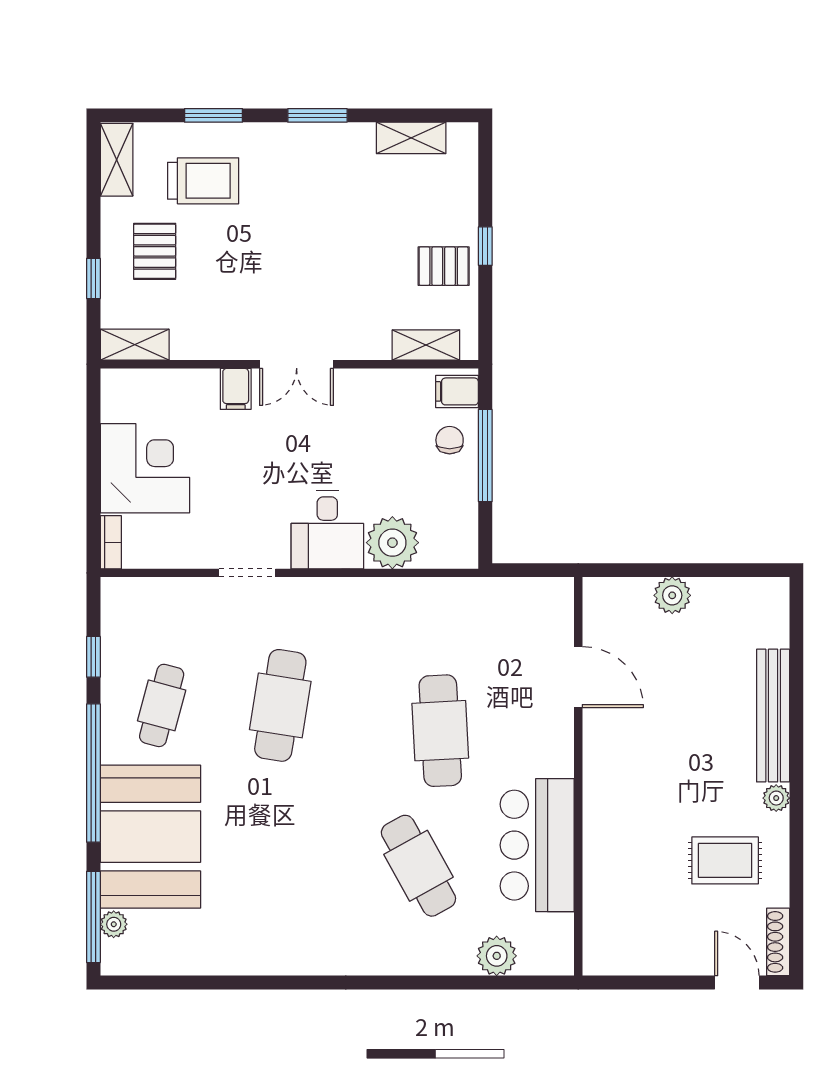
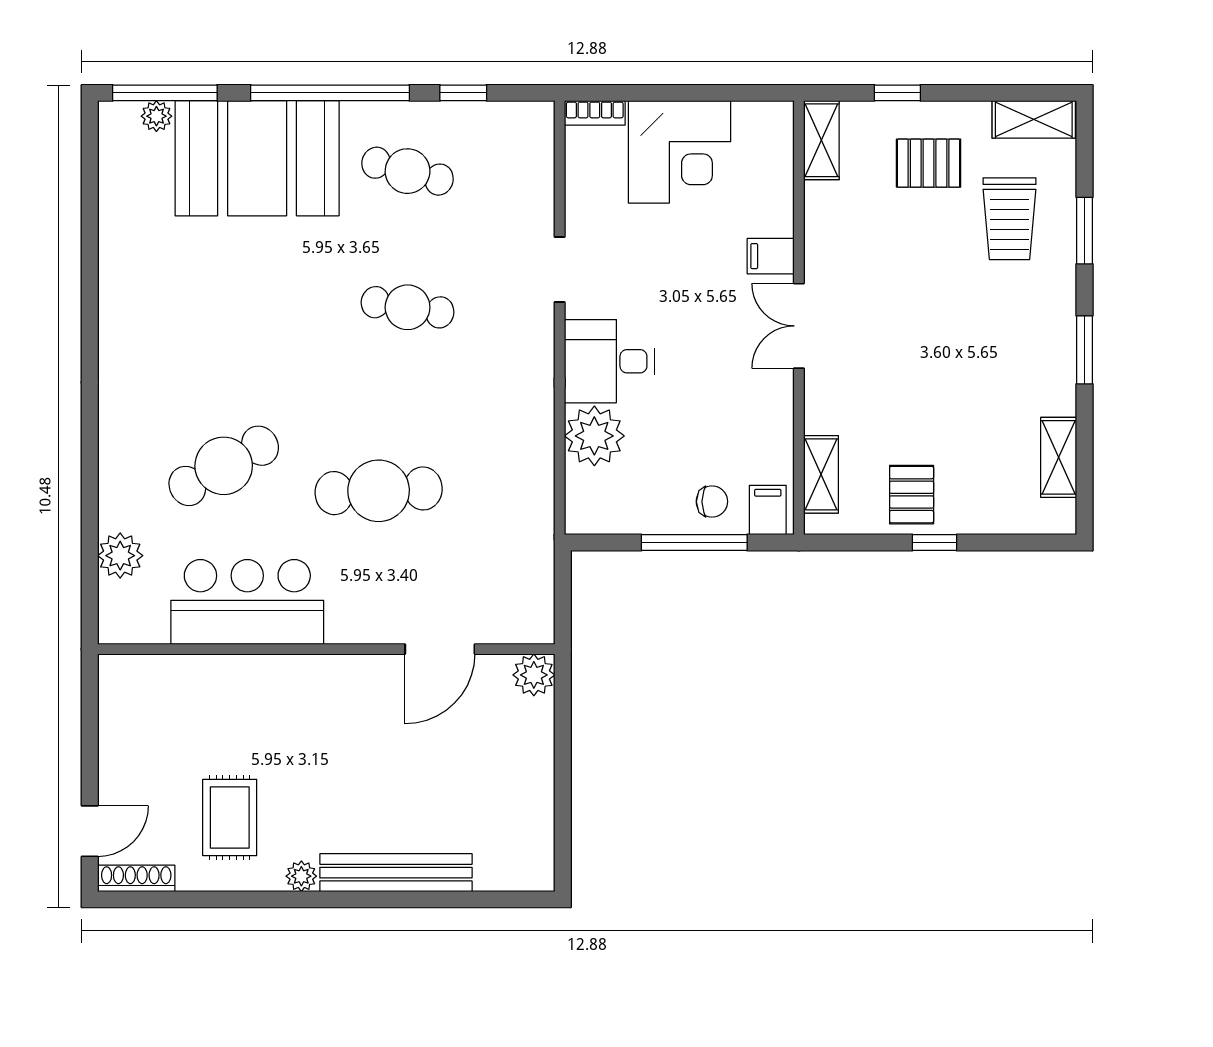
plant: (672, 595) -> (534, 675), moved
cafe table: (280, 705) -> (408, 307), width x0.73, depth x0.74

